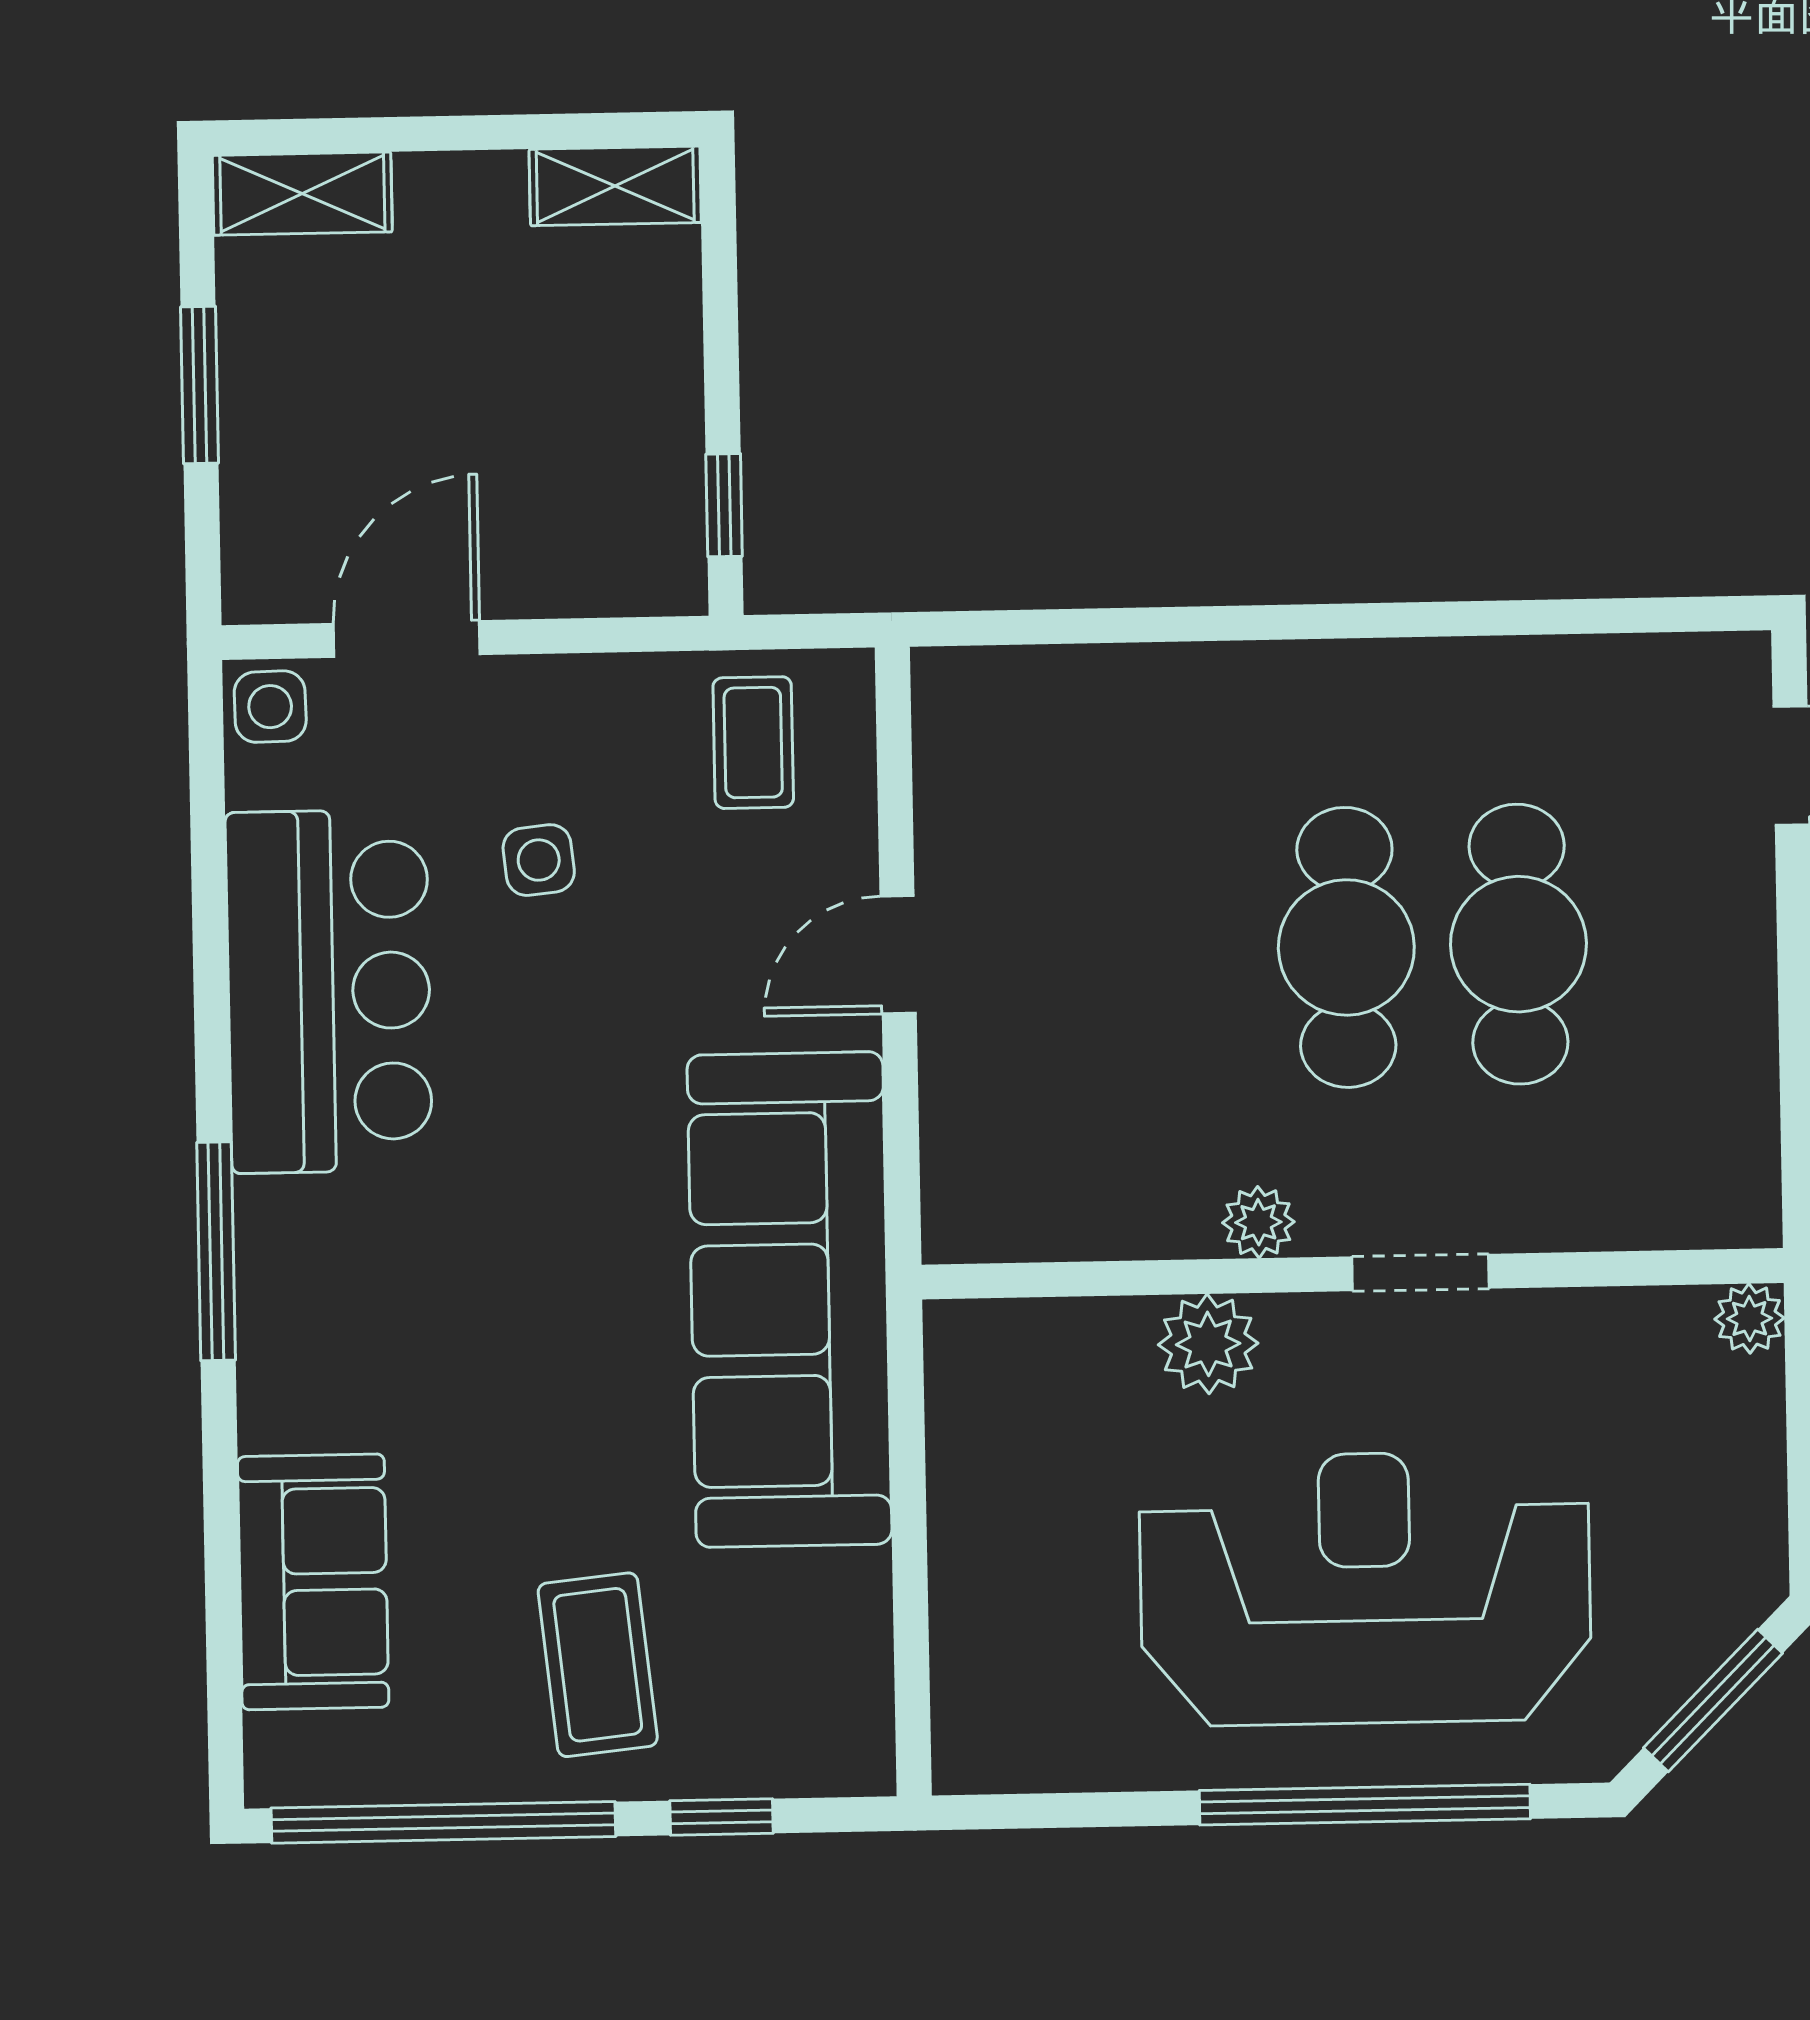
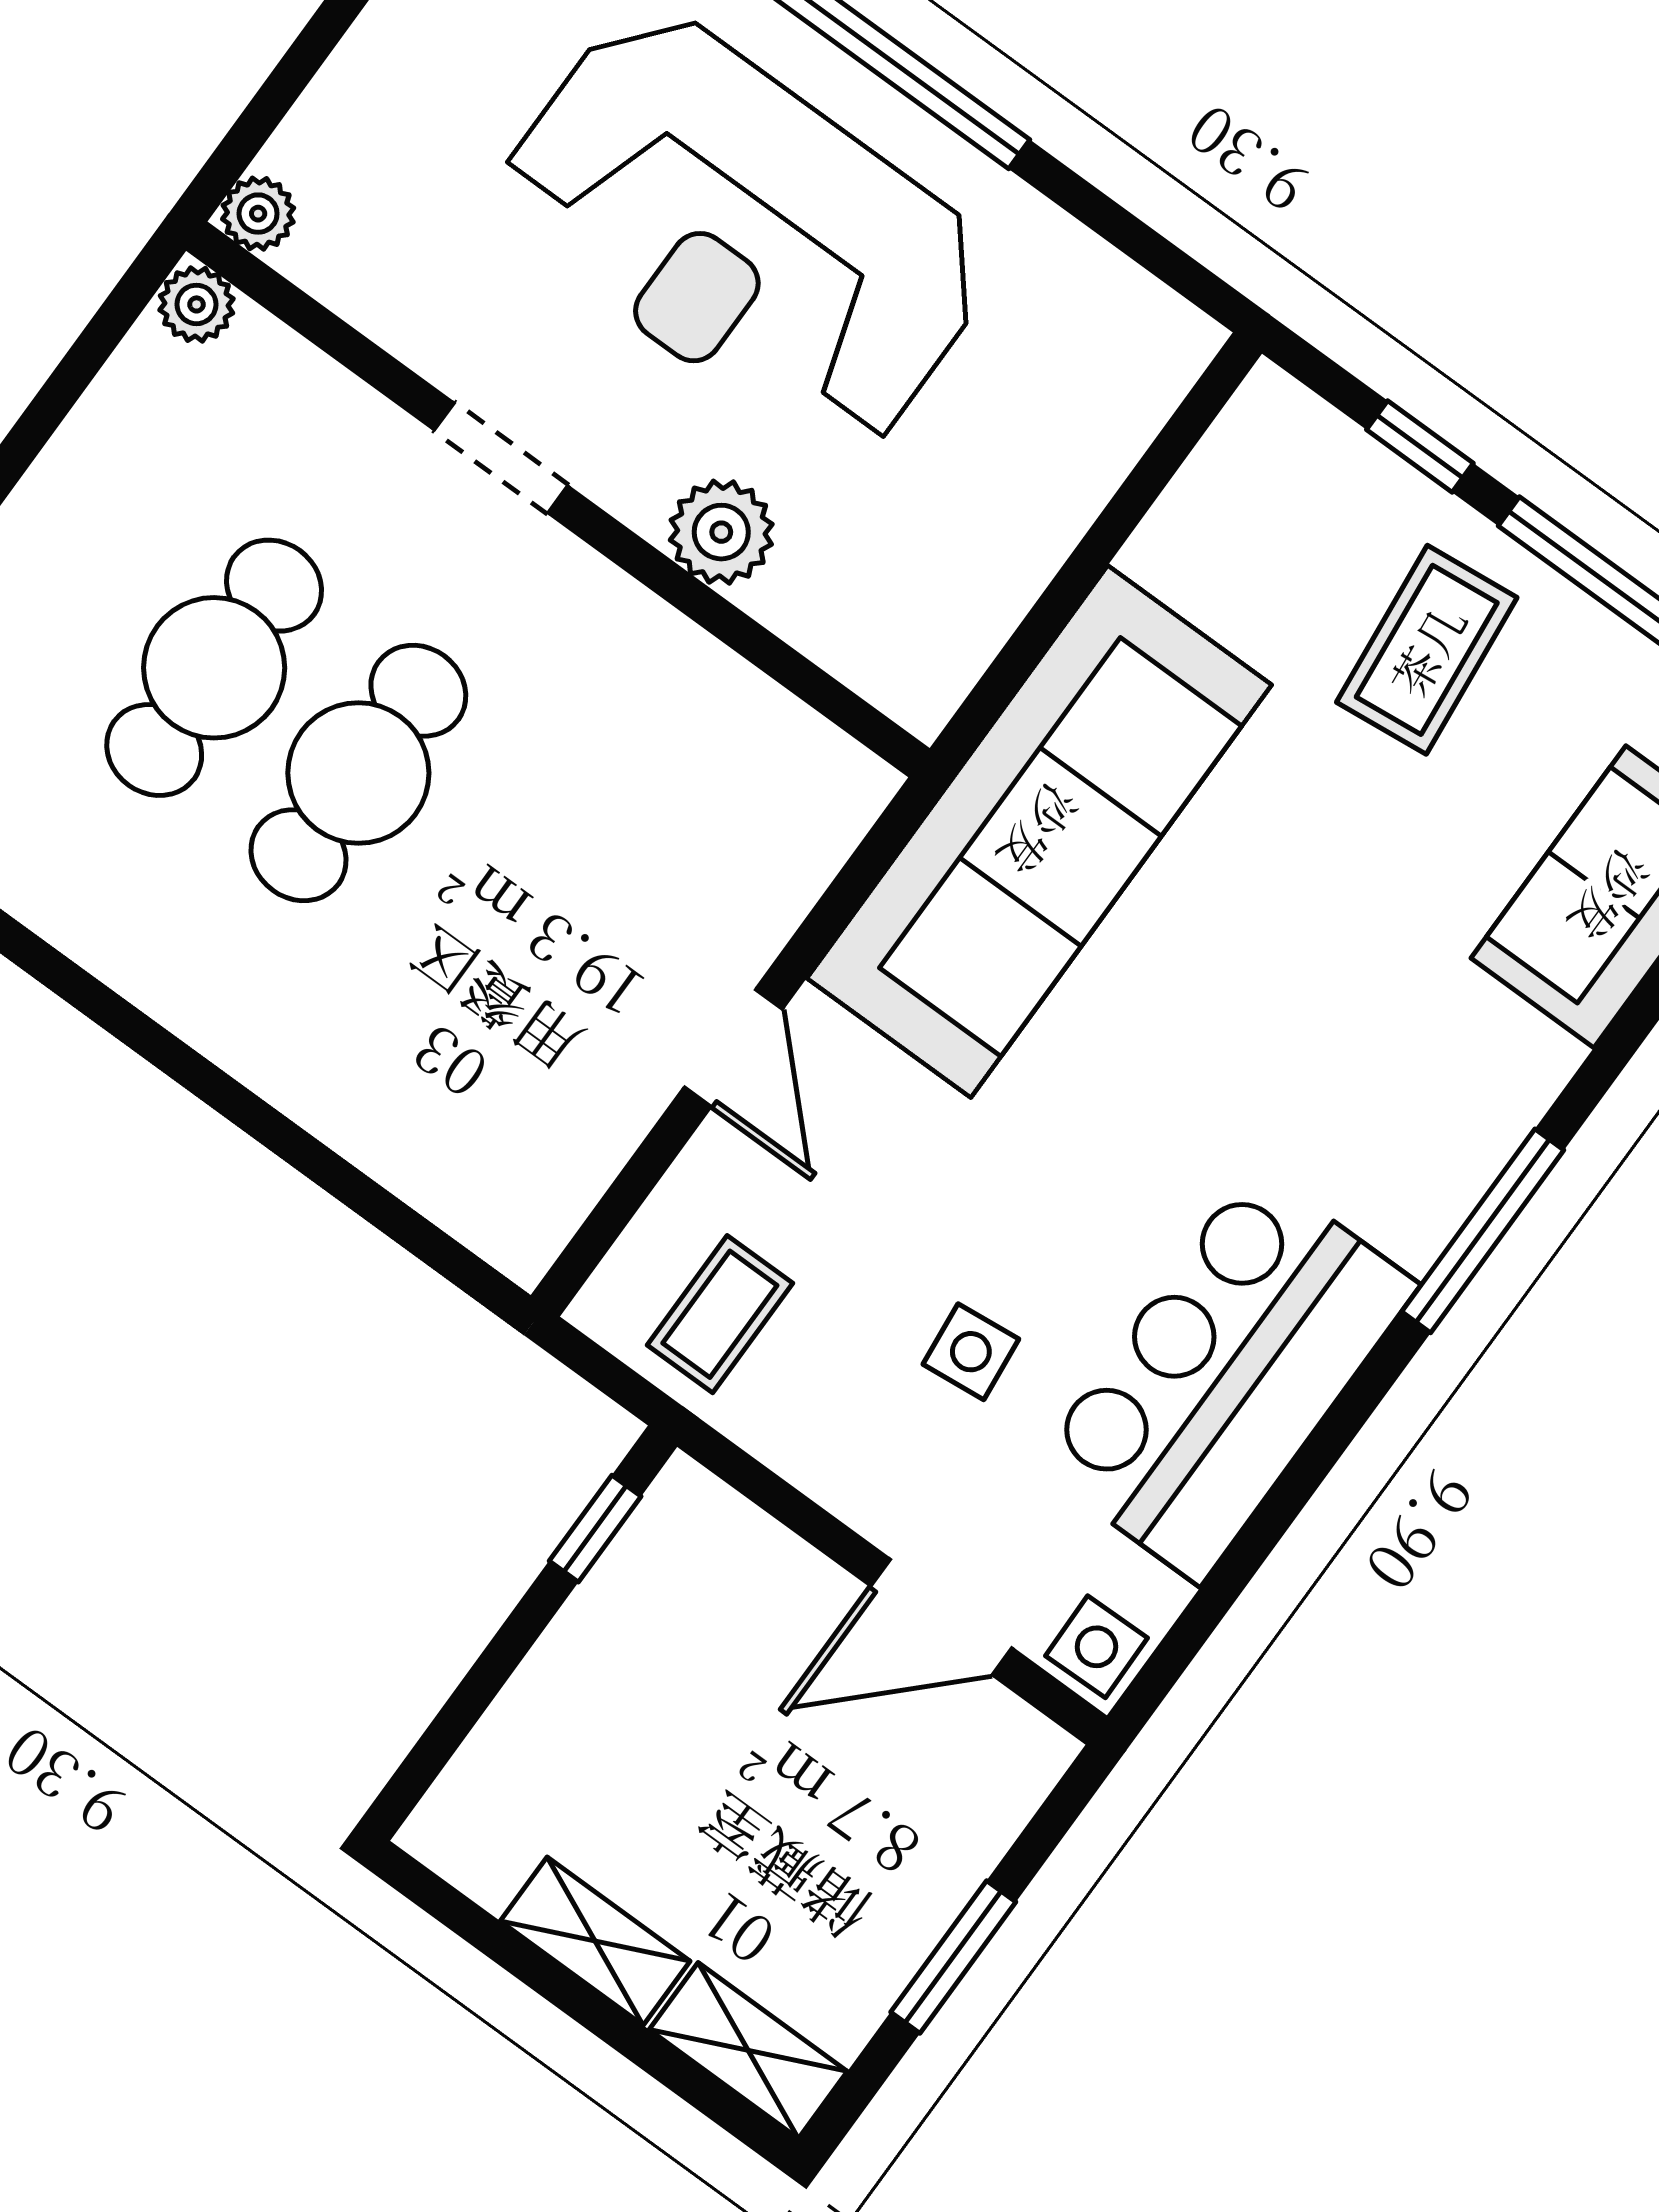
shelving: (615, 186) -> (595, 1941), moved
door: (898, 955) -> (733, 1048), hinge flipped
plant: (1258, 1222) -> (197, 304), moved

